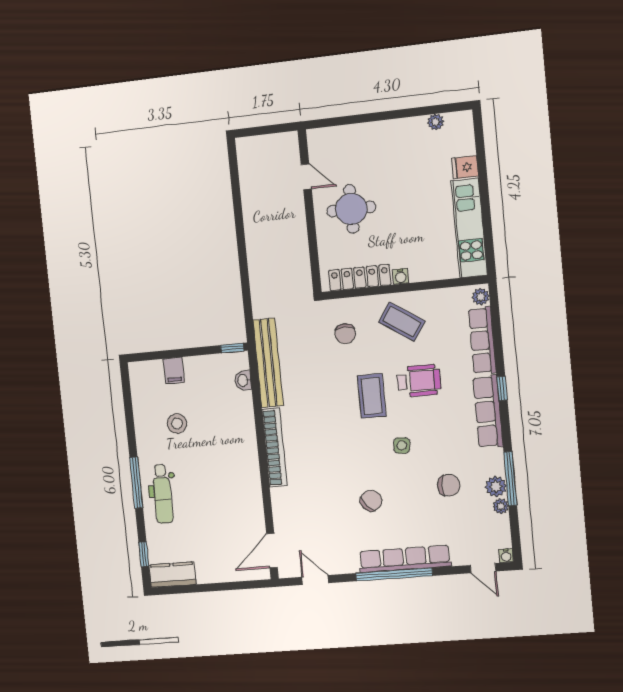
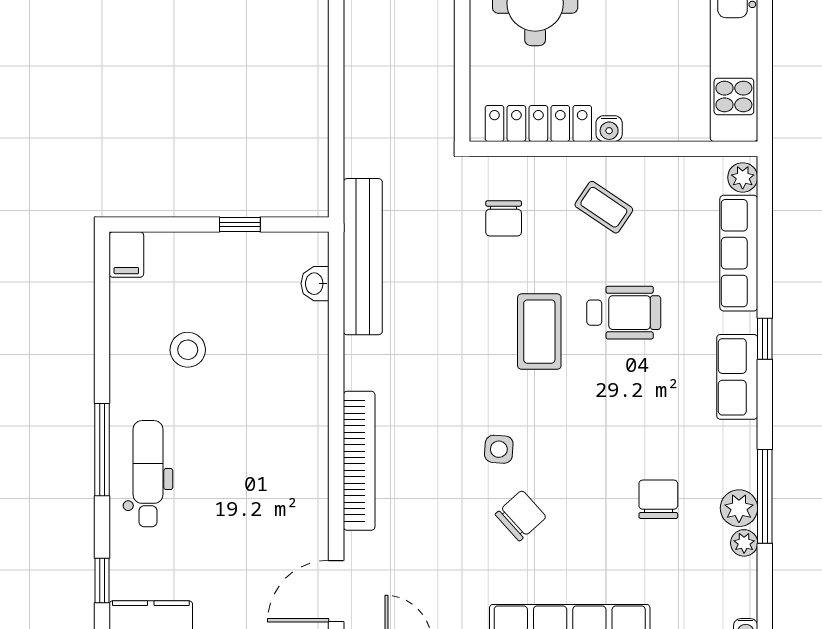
coffee table: (402, 322) -> (604, 207), width x0.73, depth x0.77
window: (232, 348) -> (240, 224), moved
filing cabinet: (174, 371) -> (126, 255), moved
row of seats: (488, 412) -> (737, 377), width x0.68
side table: (402, 445) -> (499, 449), moved
bookcase: (275, 447) -> (359, 461), moved
chair: (449, 485) -> (658, 499), turned -90
dental chair: (162, 494) -> (148, 474), turned 180

